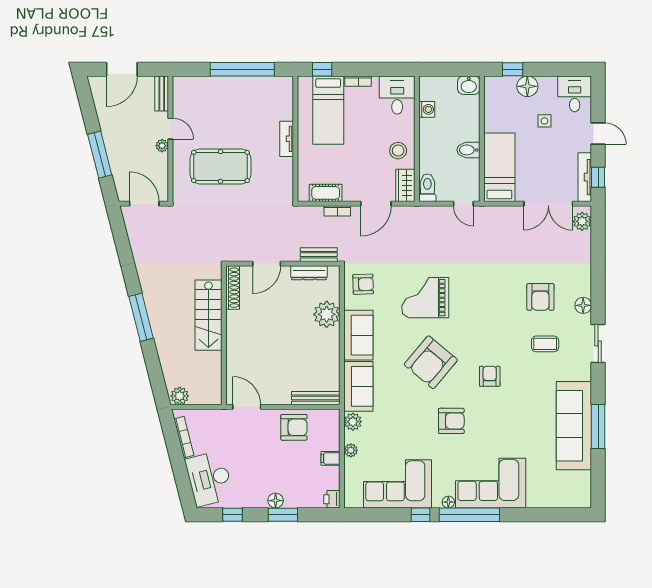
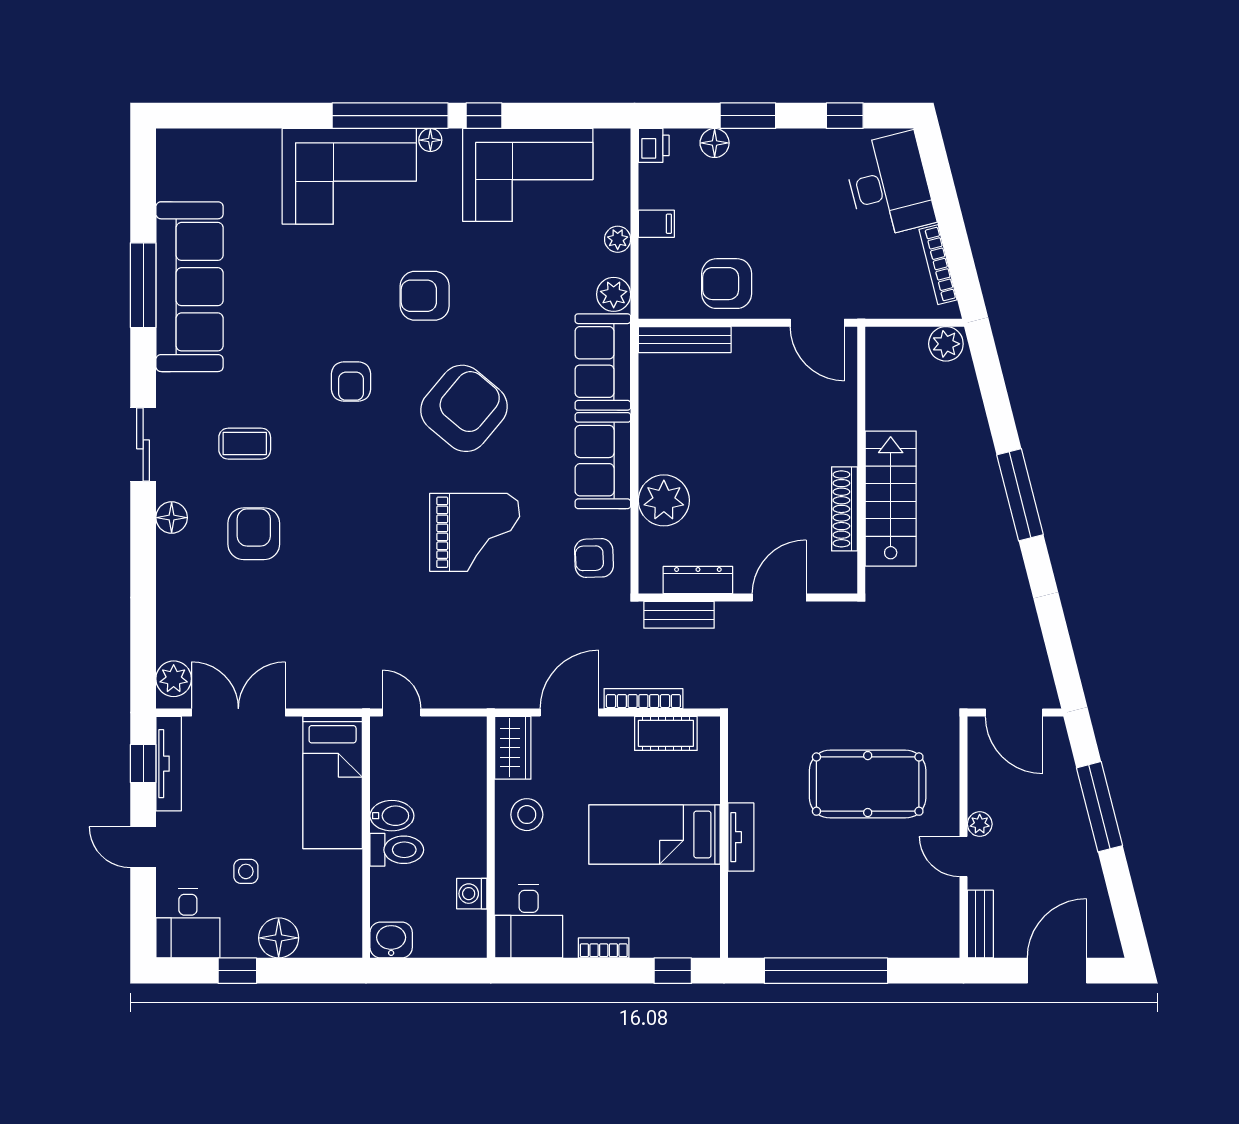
window: (513, 69) -> (237, 971), moved
bed: (328, 110) -> (654, 835), moved, turned -90
toilet: (427, 188) -> (397, 850), moved, turned -90
bookcase: (337, 211) -> (643, 699), width x1.56
shoe rack: (233, 288) -> (845, 509), moved
floor lamp: (276, 501) -> (715, 143), moved

